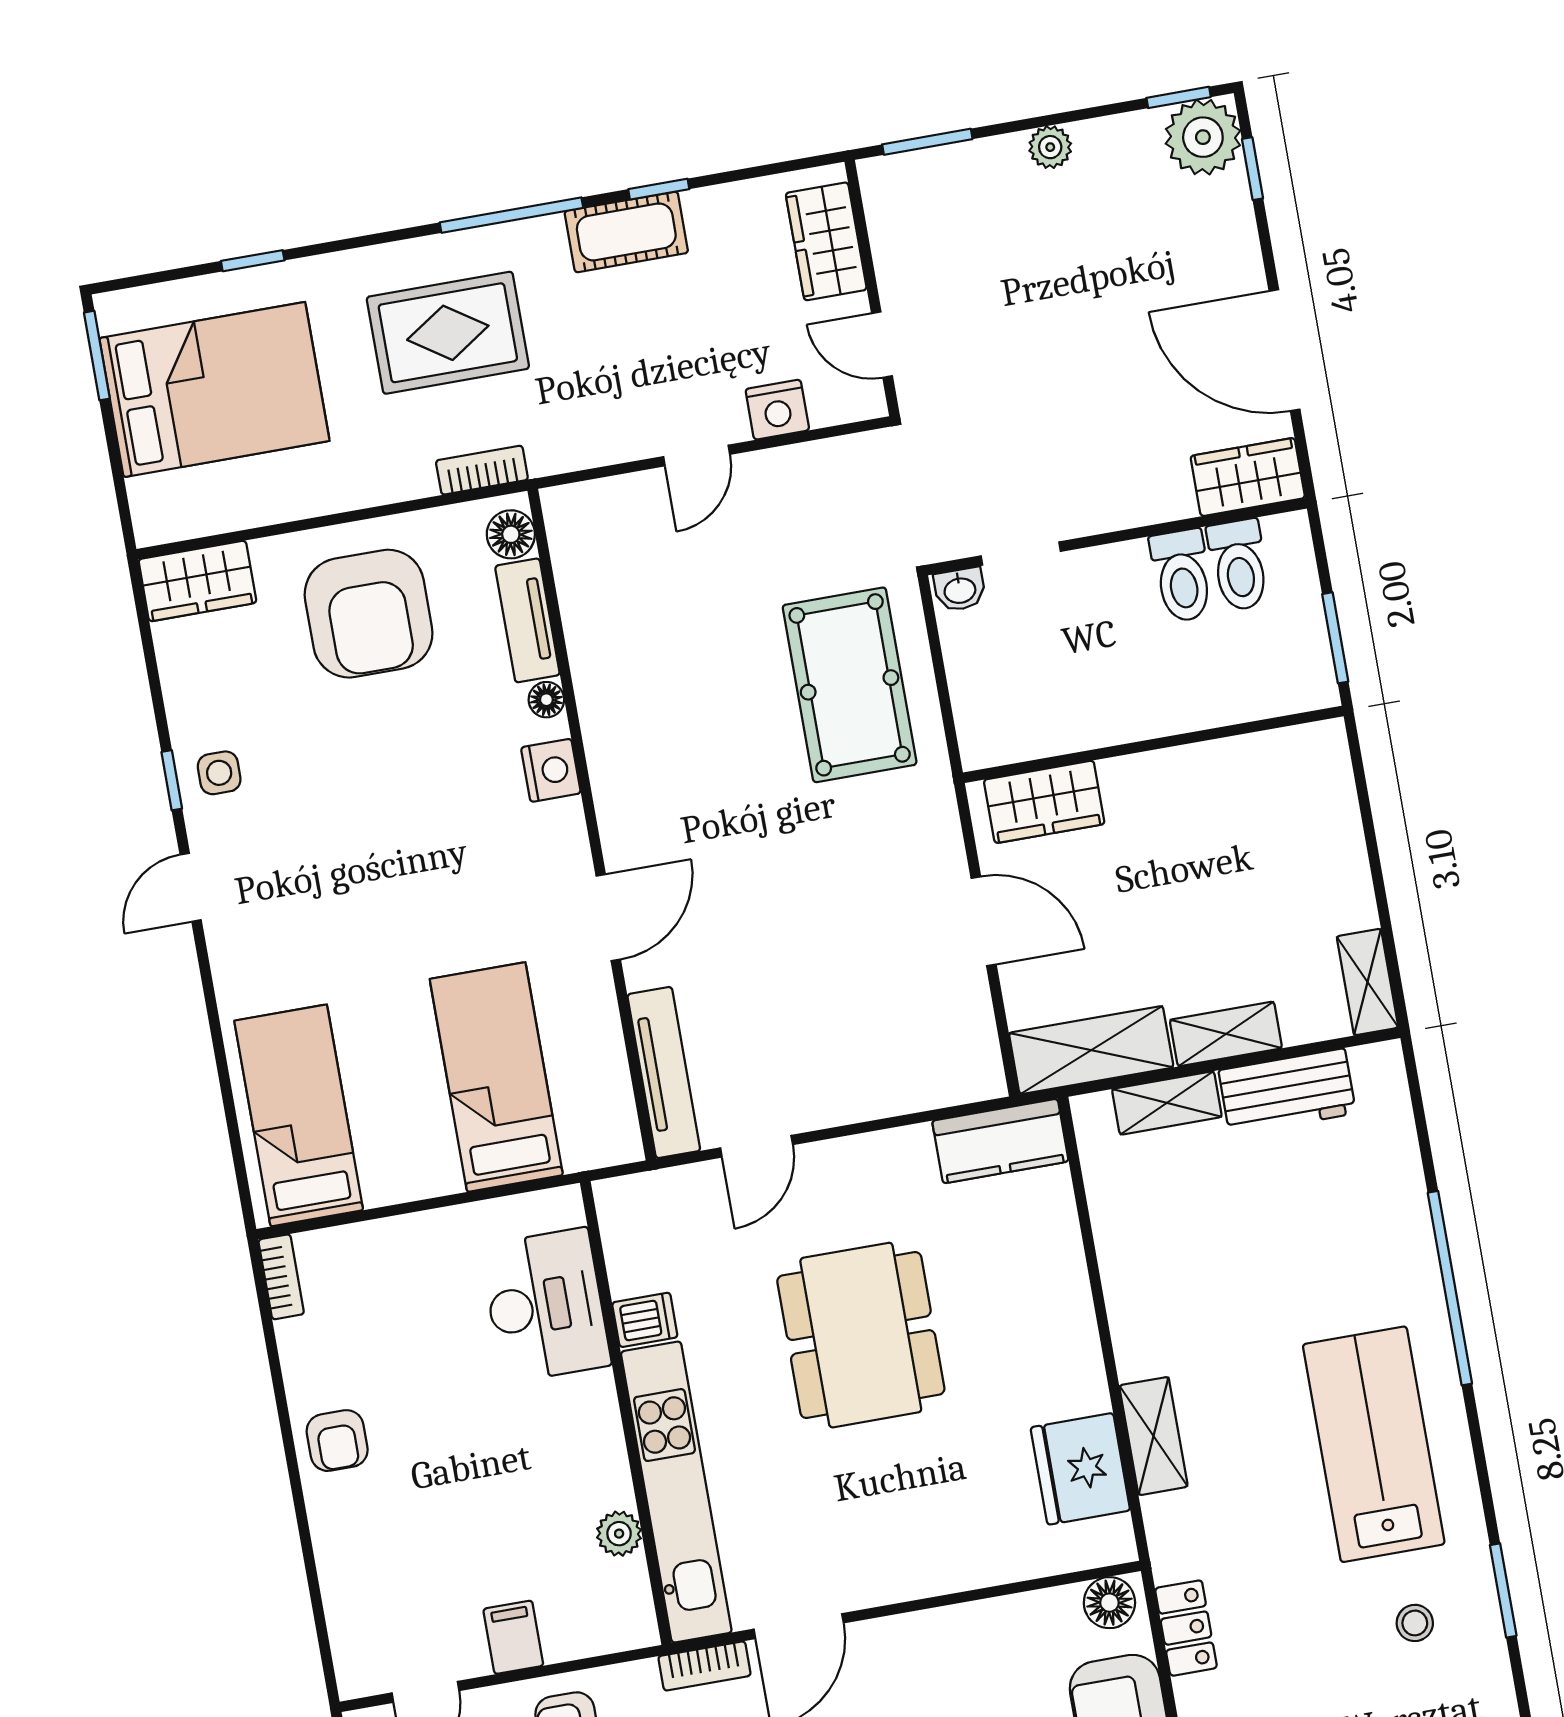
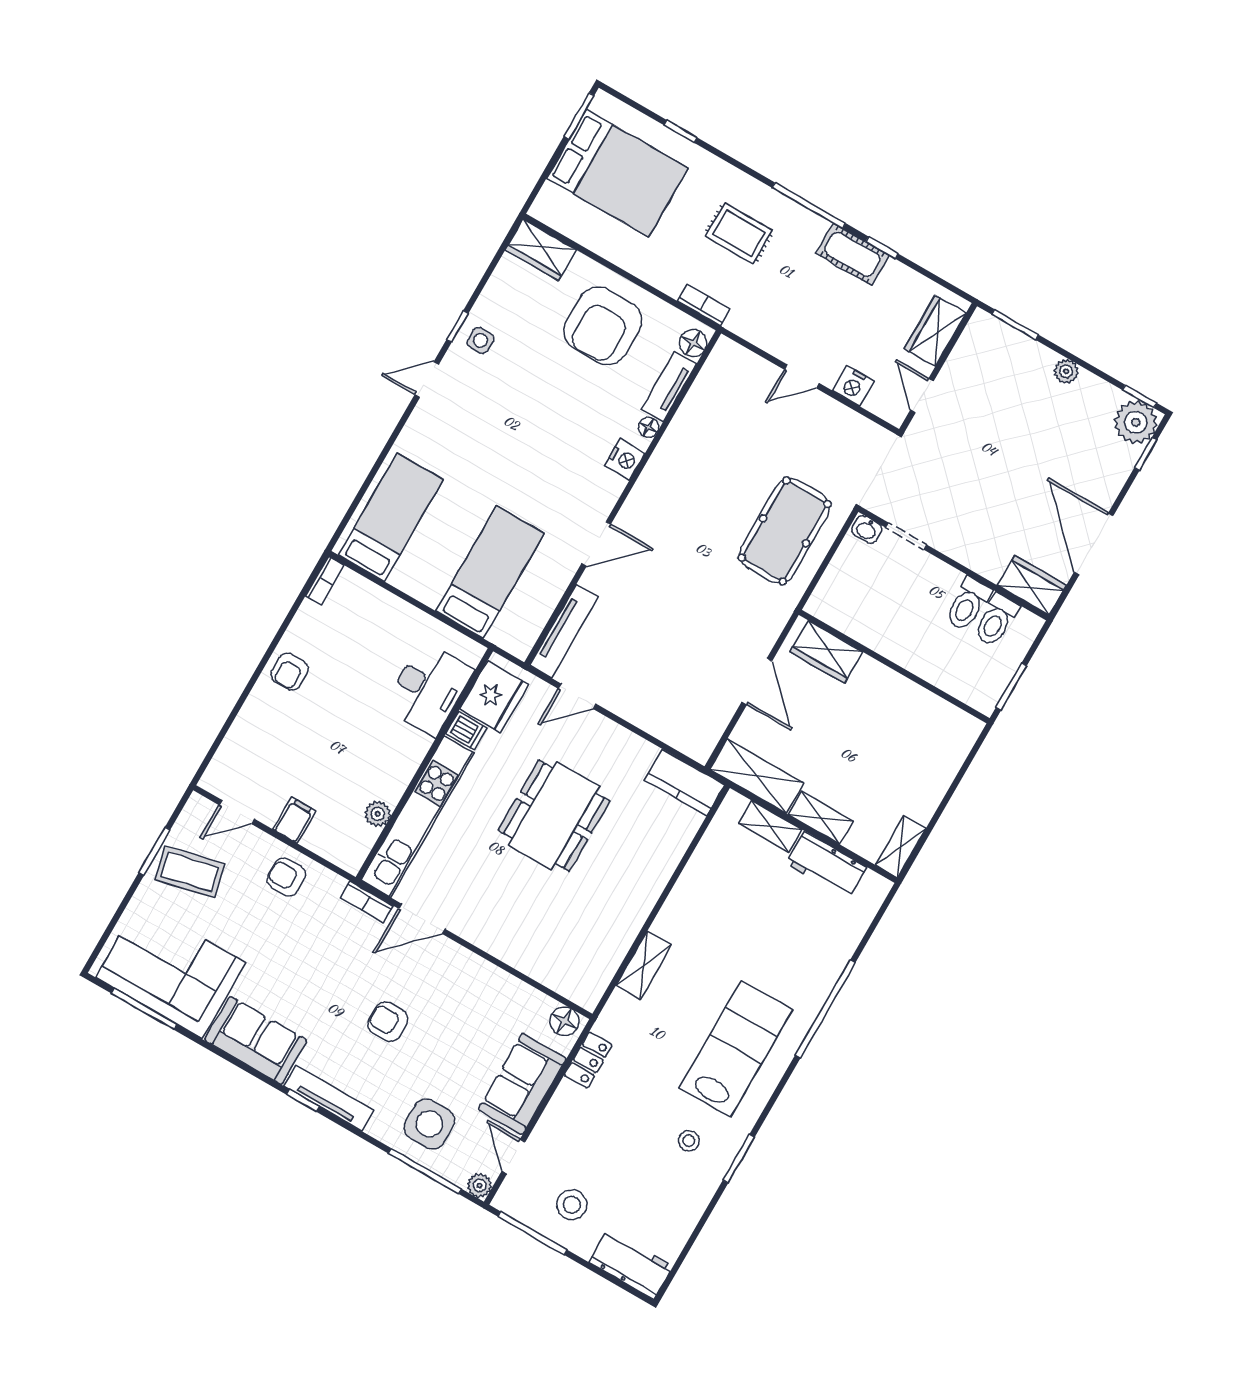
rug: (448, 333) -> (739, 233), width x0.73, depth x0.70
fridge: (1080, 1469) -> (494, 697), moved, turned 180

